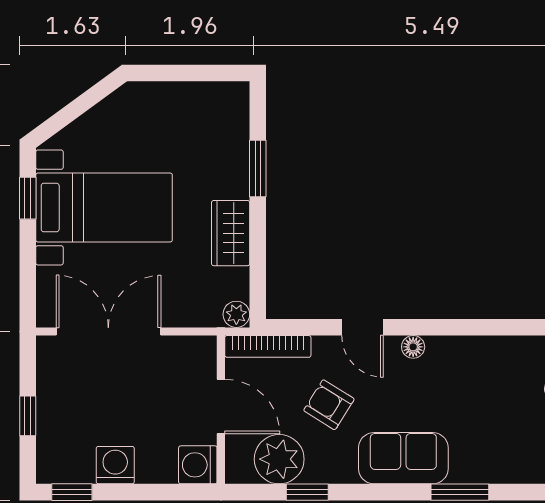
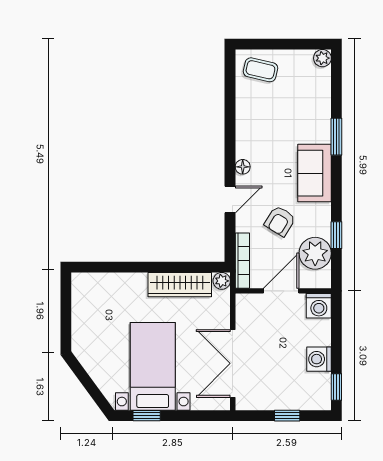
window: (258, 169) -> (128, 267), removed
wardrobe: (231, 233) -> (180, 285), width x1.50

